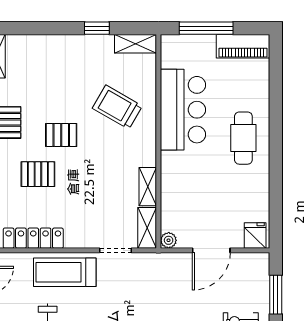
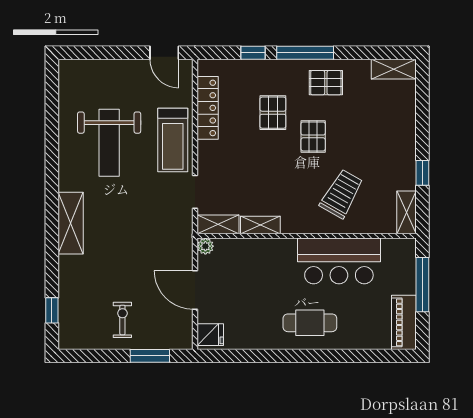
treadmill: (65, 272) -> (173, 140), turned 180

